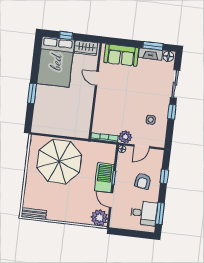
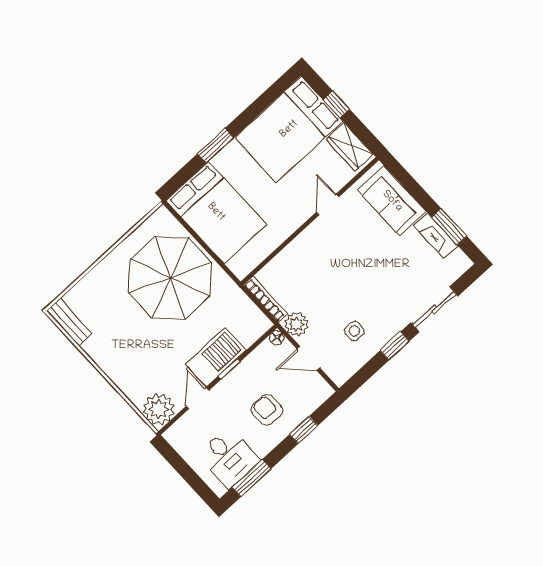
floor lamp: (168, 56) -> (459, 261), removed
bed: (55, 120) -> (216, 212), added
armchair: (143, 181) -> (267, 410), turned 81

